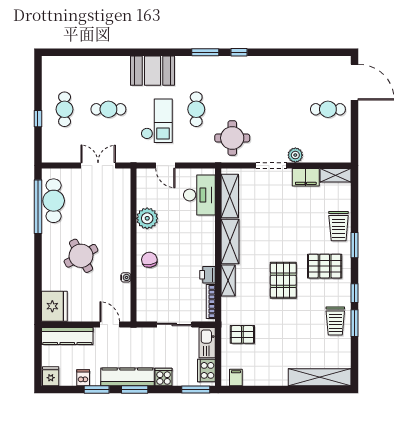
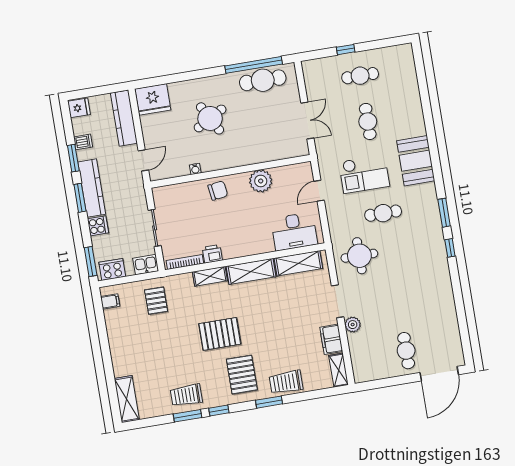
kitchen sink: (207, 343) -> (146, 265), width x0.73
shelving: (320, 377) -> (127, 399), width x0.68

